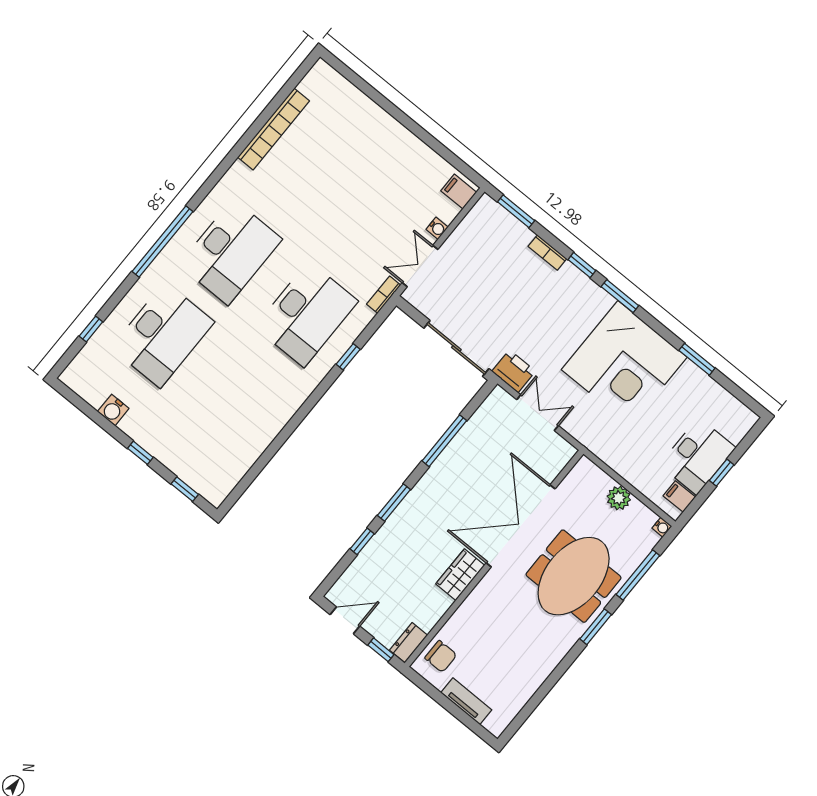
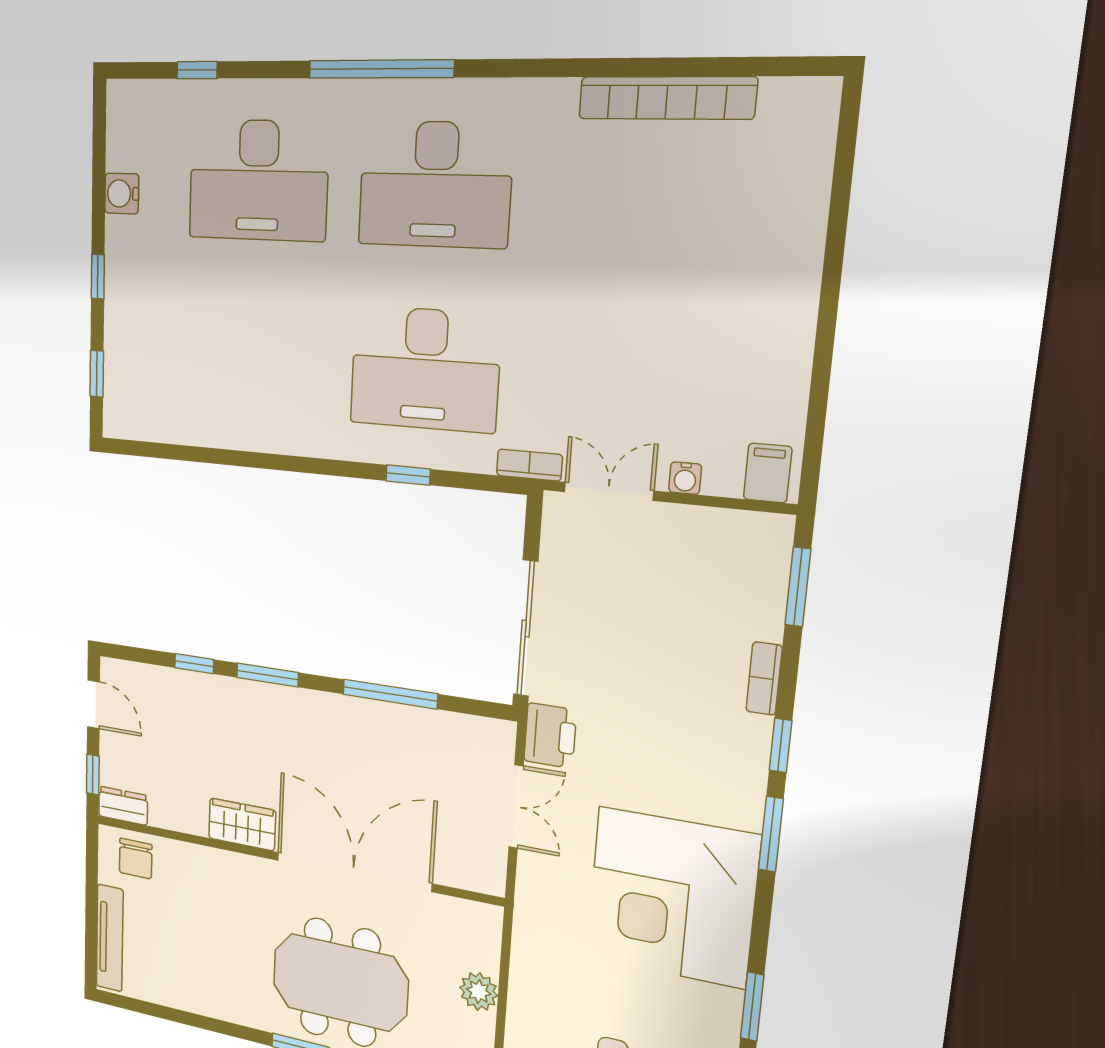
tv unit: (466, 701) -> (110, 938), width x1.41

